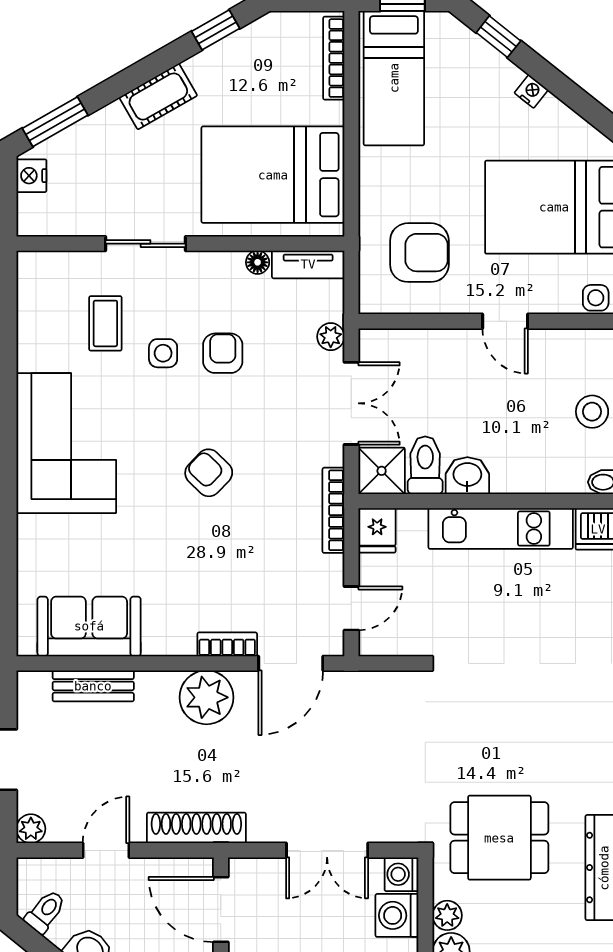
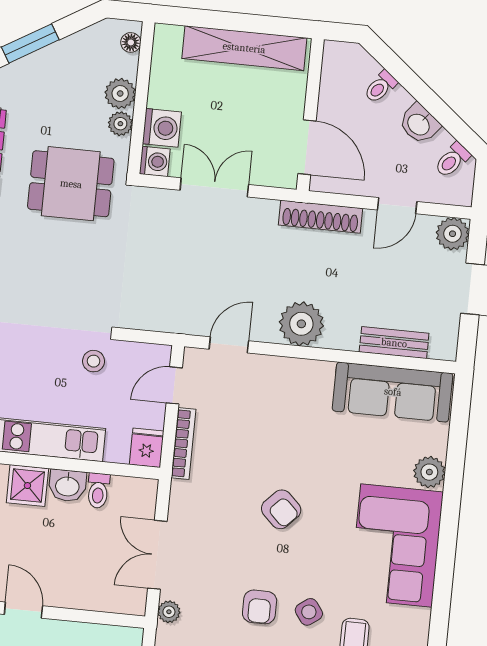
side table: (163, 353) -> (309, 612), turned -36
toilet: (425, 465) -> (98, 491), width x0.73, depth x0.72
shower: (382, 471) -> (27, 486), moved
bookcase: (333, 510) -> (183, 444), moved
plant: (35, 535) -> (429, 472), added
sofa: (89, 626) -> (393, 392), width x1.36
stool: (451, 628) -> (94, 361), added
bookcase: (227, 644) -> (280, 366), removed
door: (291, 663) -> (229, 345), width x0.73
plant: (31, 829) -> (453, 234), width x1.38, depth x1.38

